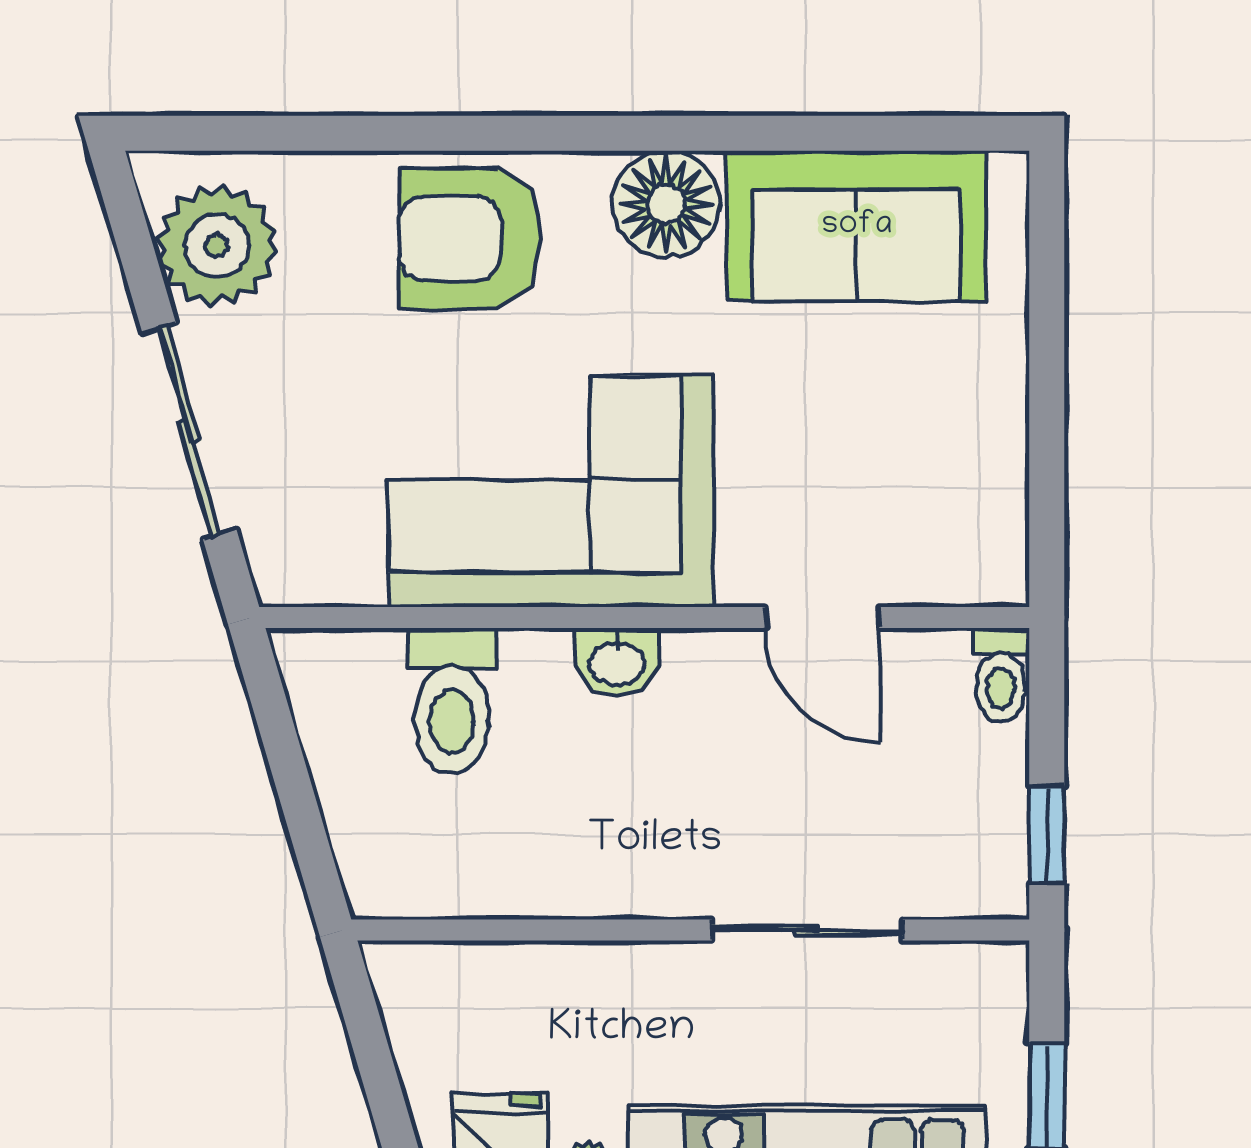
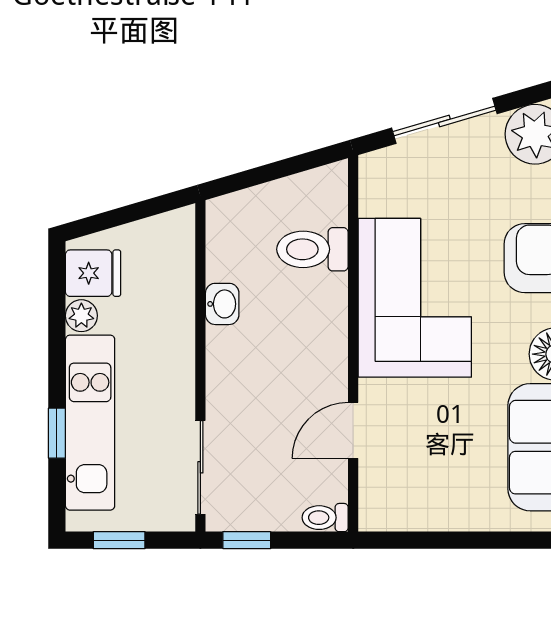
washbasin: (617, 662) -> (222, 304), moved, turned 180
sliding door: (807, 930) -> (200, 467), moved

